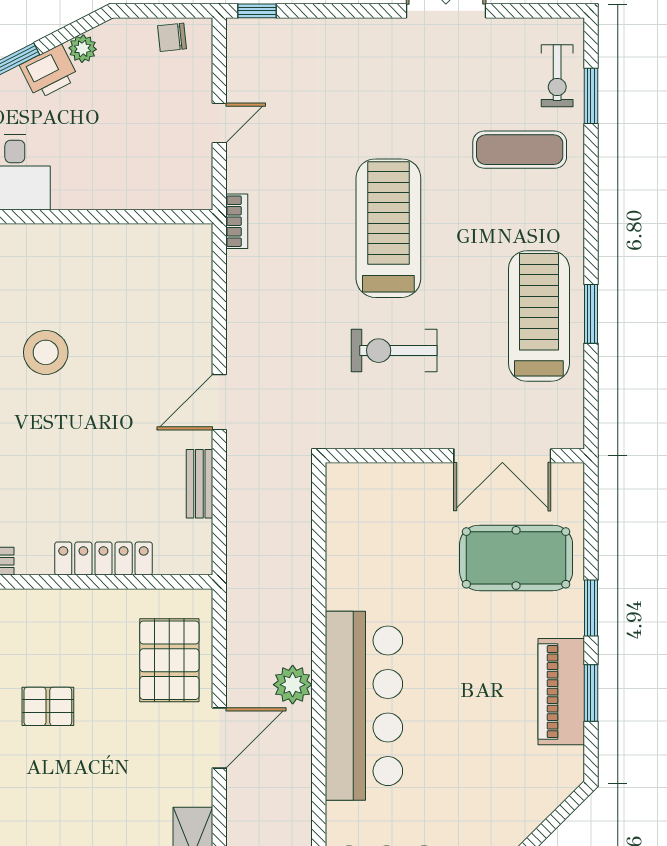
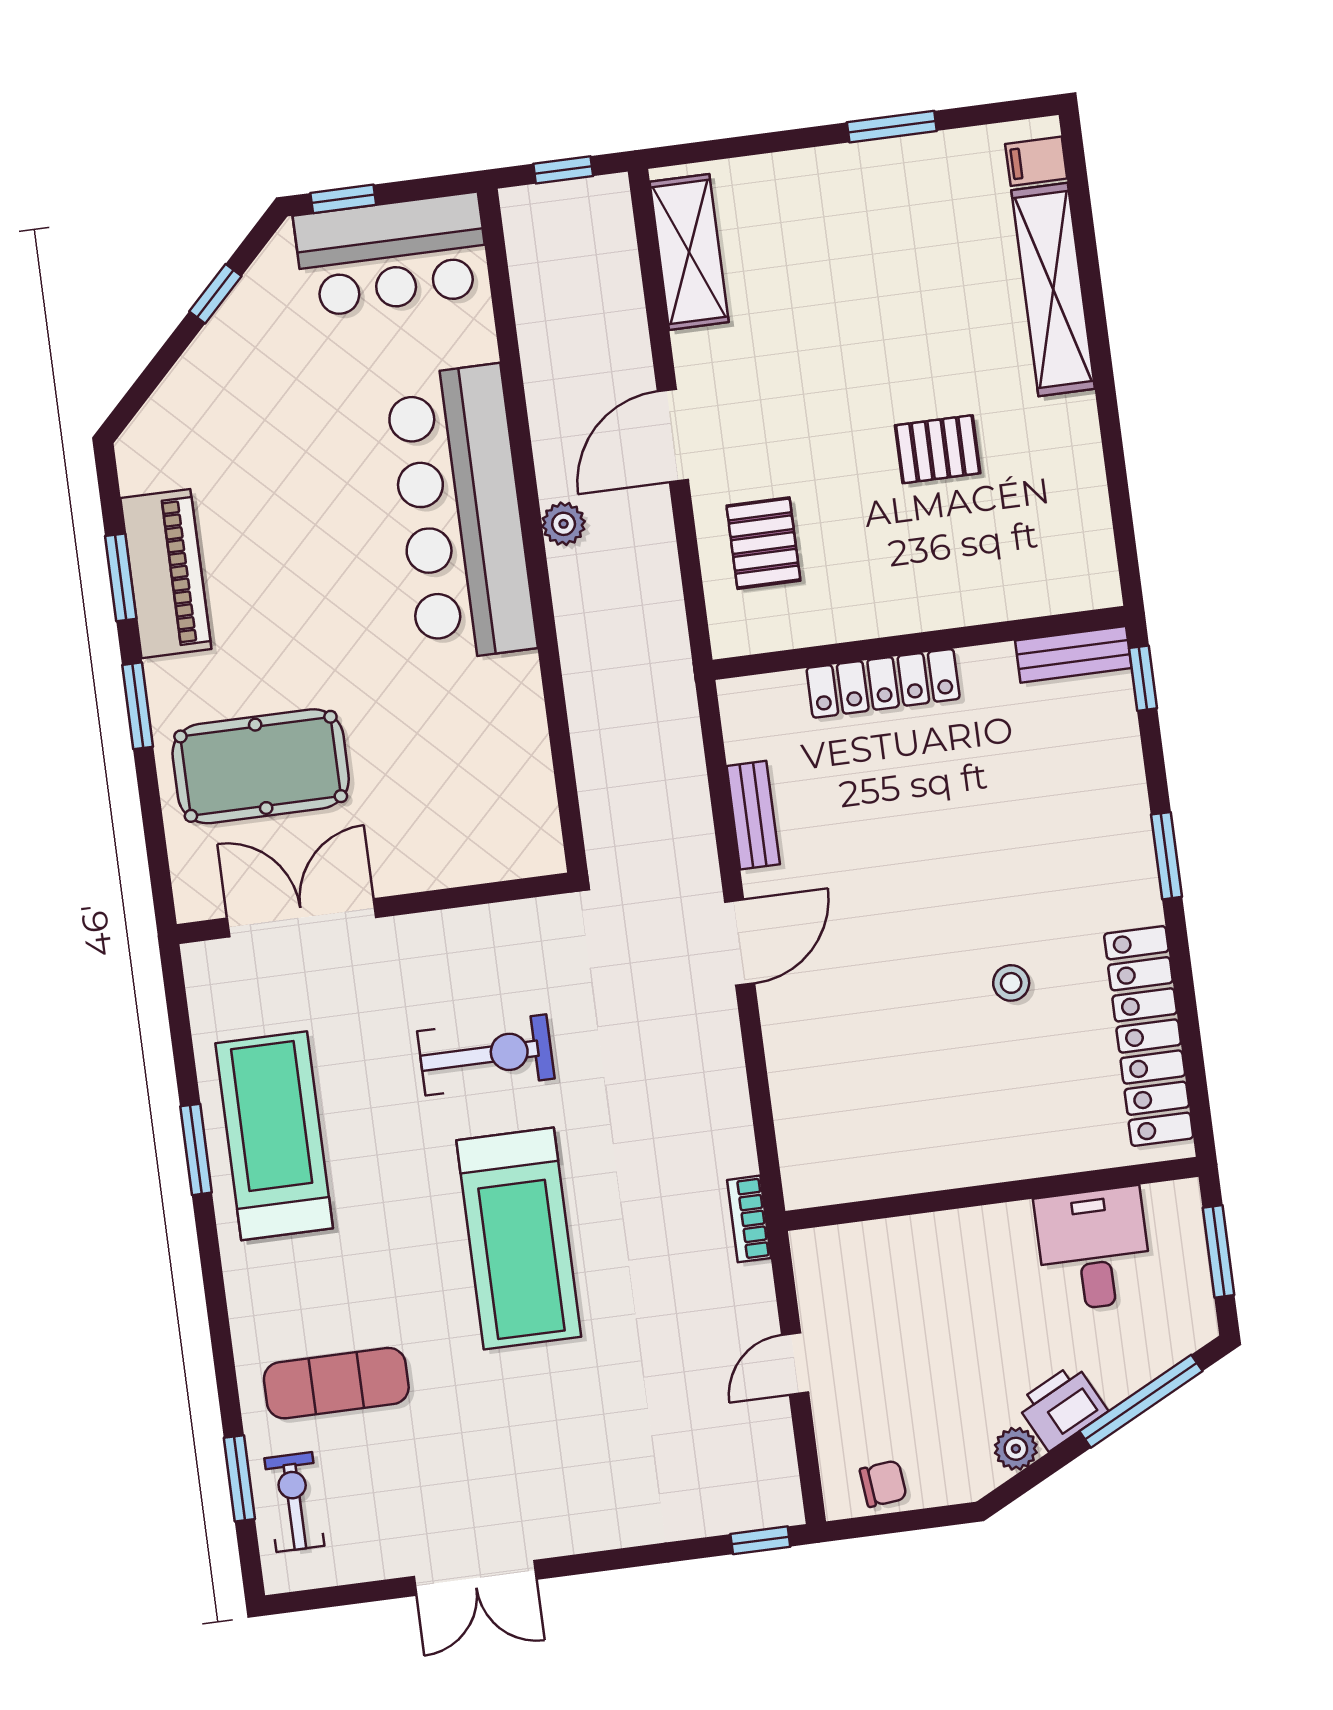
treadmill: (539, 316) -> (274, 1136), turned 180
stool: (46, 352) -> (1011, 983), width x0.53, depth x0.53
pallet: (169, 660) -> (763, 543), width x0.67, depth x0.71
plant: (293, 685) -> (564, 524), width x0.73, depth x0.73

